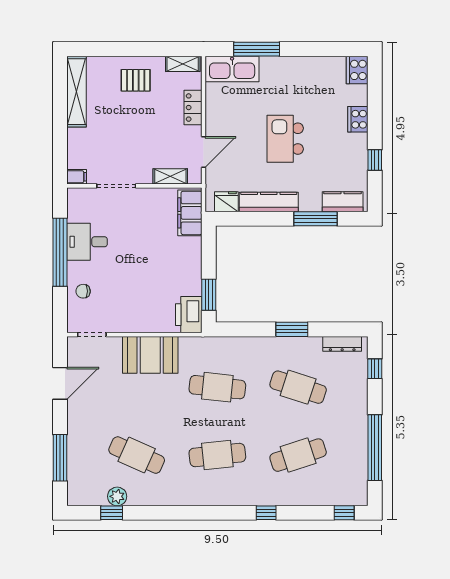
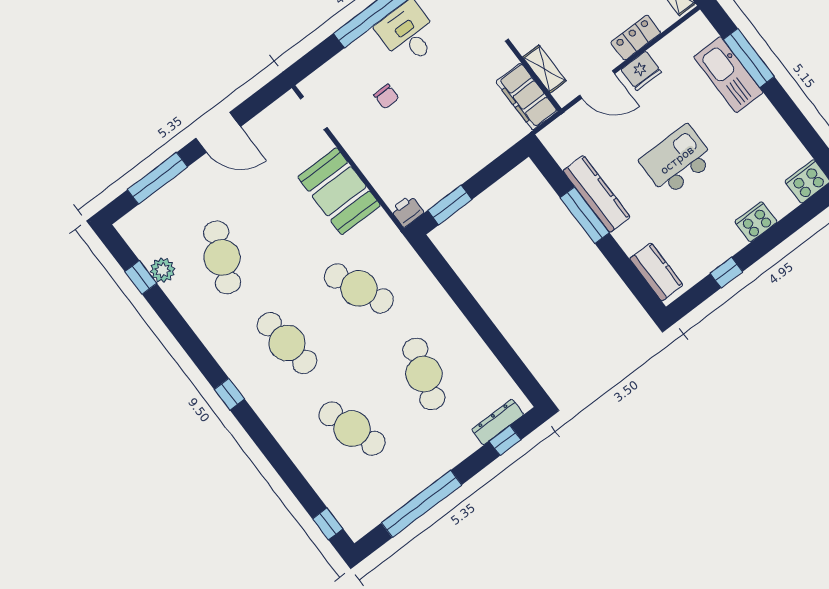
kitchen sink: (232, 69) -> (728, 75), moved
fridge: (226, 202) -> (641, 71), moved, turned 90
filing cabinet: (190, 213) -> (527, 96), moved, turned -90
window: (316, 219) -> (585, 215), moved
chair: (83, 291) -> (386, 97), moved, turned 180
printer: (189, 315) -> (407, 211), width x0.53, depth x0.68
window: (292, 329) -> (480, 321), removed
dresser: (342, 344) -> (498, 422), moved, turned 90
door: (60, 383) -> (218, 132), moved
cafe table: (217, 387) -> (359, 288), turned -30
window: (266, 513) -> (229, 394), moved

